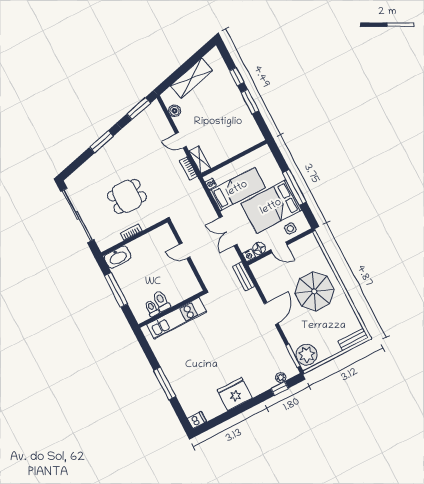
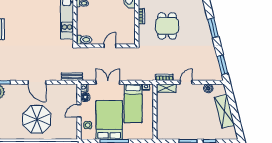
toilet: (161, 301) -> (84, 40), moved

